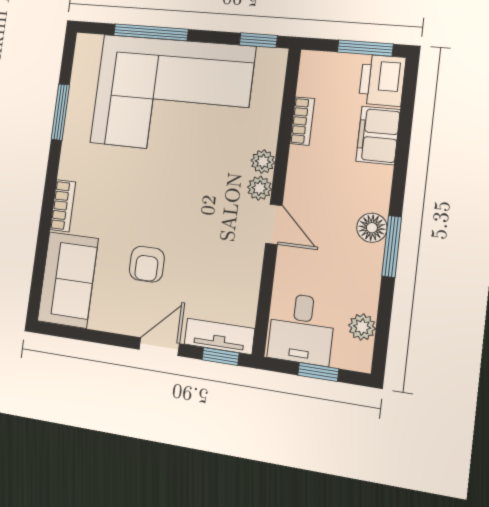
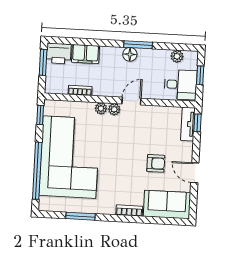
window: (151, 32) -> (37, 171), width x1.46
door: (159, 347) -> (195, 173), moved

